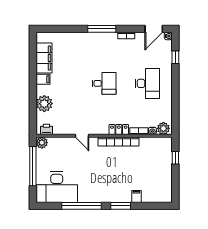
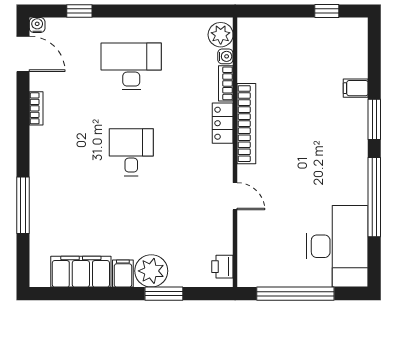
window: (102, 29) -> (23, 205), moved
window: (33, 100) -> (164, 294), added
plant: (44, 104) -> (151, 271), moved
door: (82, 136) -> (235, 196), hinge flipped
plant: (42, 143) -> (249, 276), removed
window: (175, 158) -> (327, 11), moved

